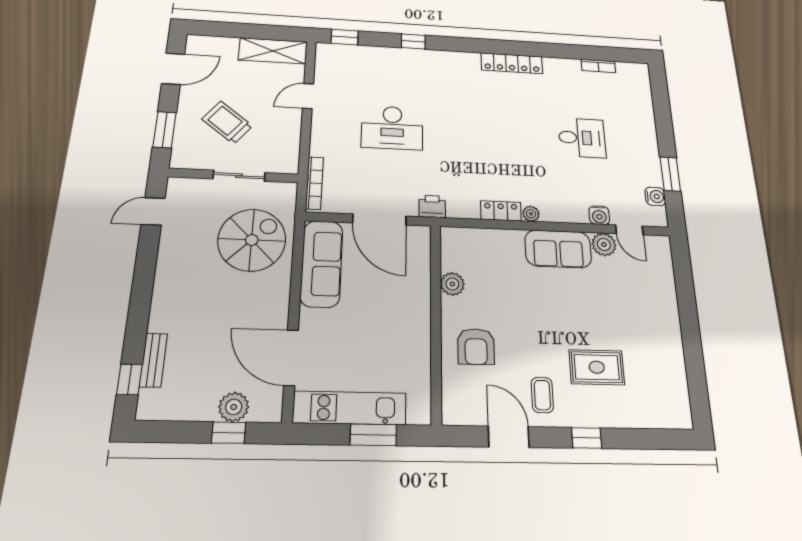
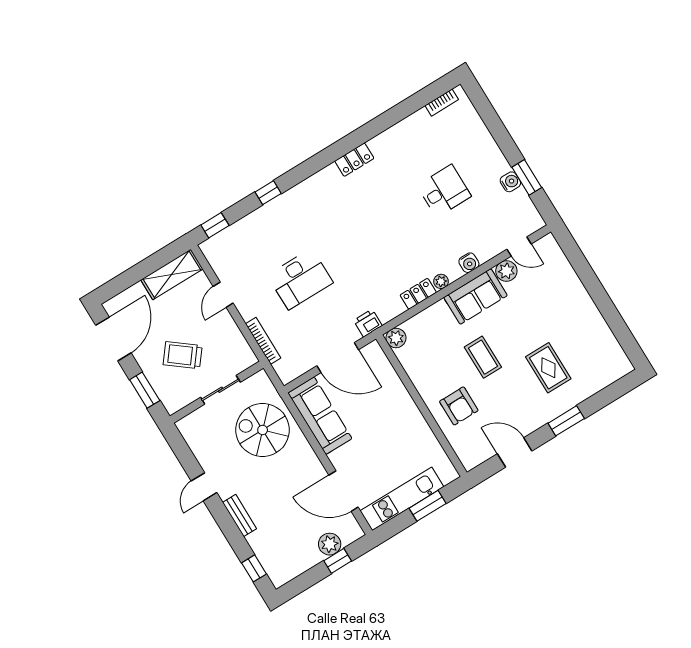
locker: (512, 63) -> (354, 160), width x0.66
bookcase: (598, 66) -> (442, 103), moved
door: (173, 69) -> (113, 339), width x1.36
bookcase: (314, 183) -> (263, 341), moved
water cooler: (655, 196) -> (510, 182), moved
door: (153, 211) -> (204, 487), moved
water cooler: (599, 215) -> (469, 263), moved
spiral stairs: (252, 240) -> (263, 430), turned -90
plant: (452, 284) -> (396, 338), moved
bench: (153, 360) -> (239, 516), moved
rug: (597, 367) -> (548, 368), turned 90
coffee table: (542, 395) -> (483, 357), moved, width x1.36, depth x1.30
window: (587, 438) -> (566, 421), width x1.50

